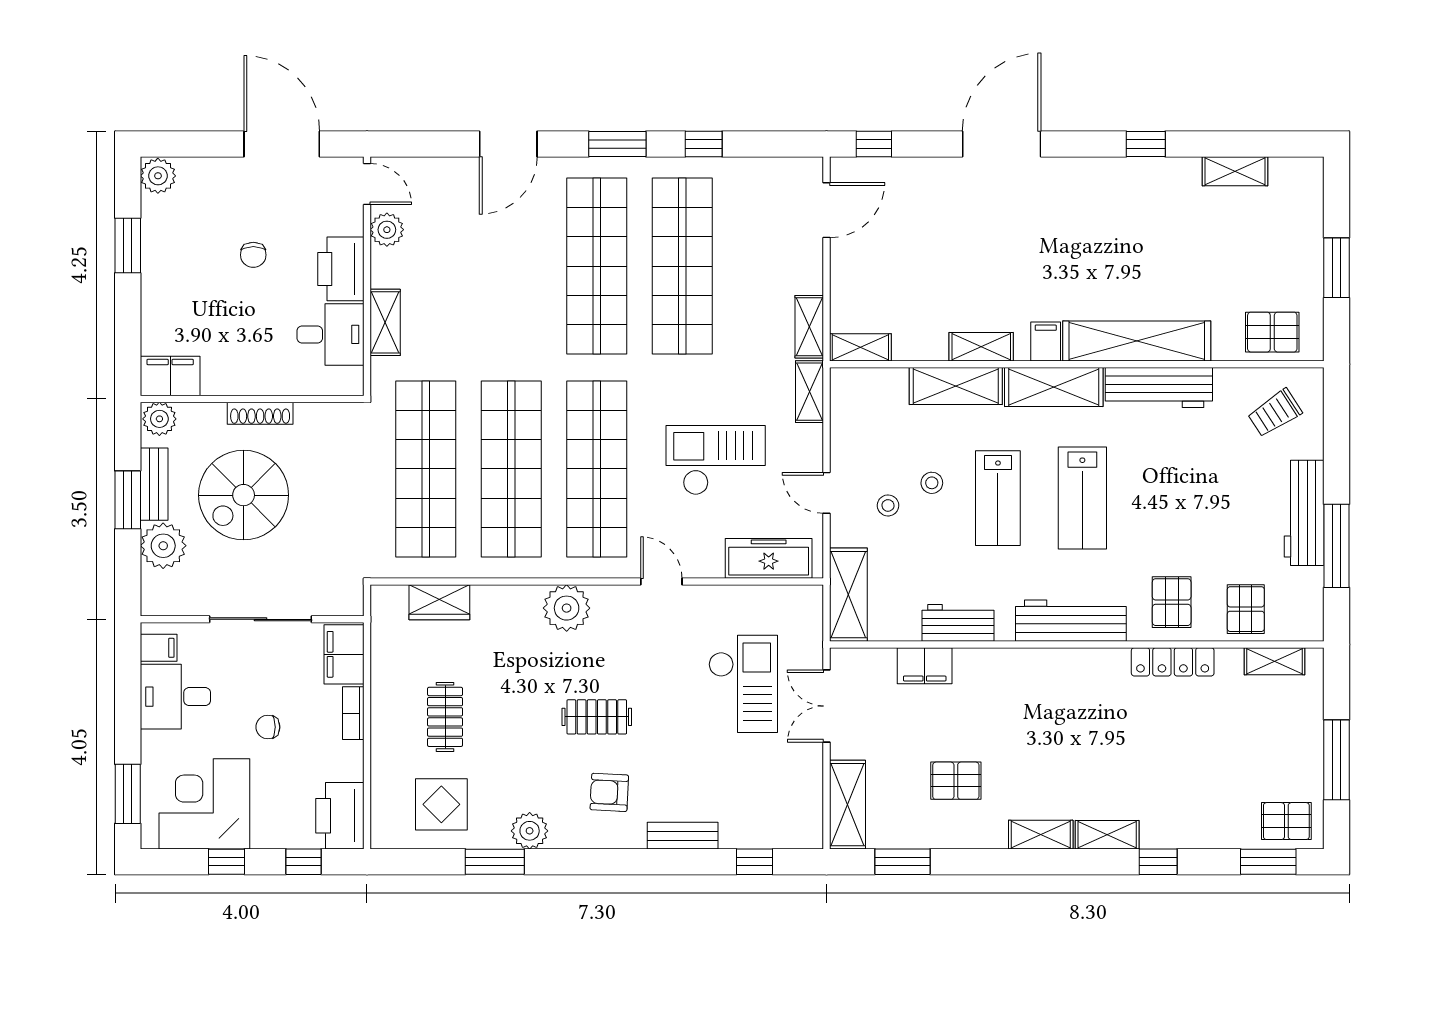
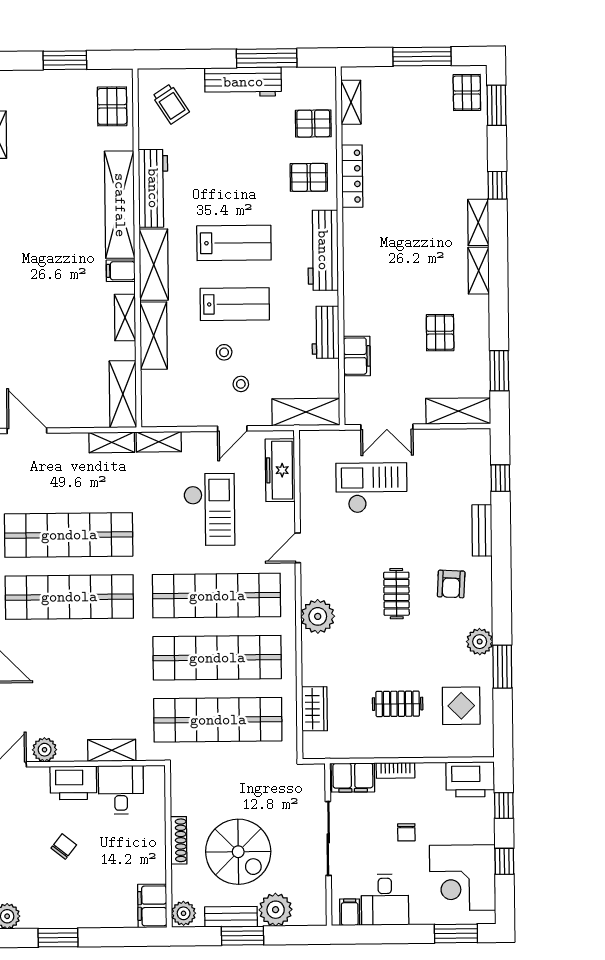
chair: (253, 255) -> (64, 846), turned -52
shelving: (860, 347) -> (123, 394), width x1.50, depth x1.33
checkout: (716, 460) -> (209, 509), turned 180

